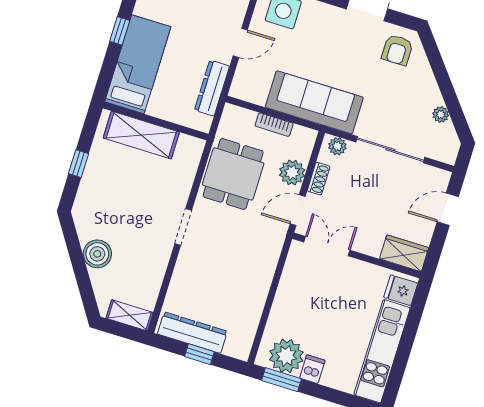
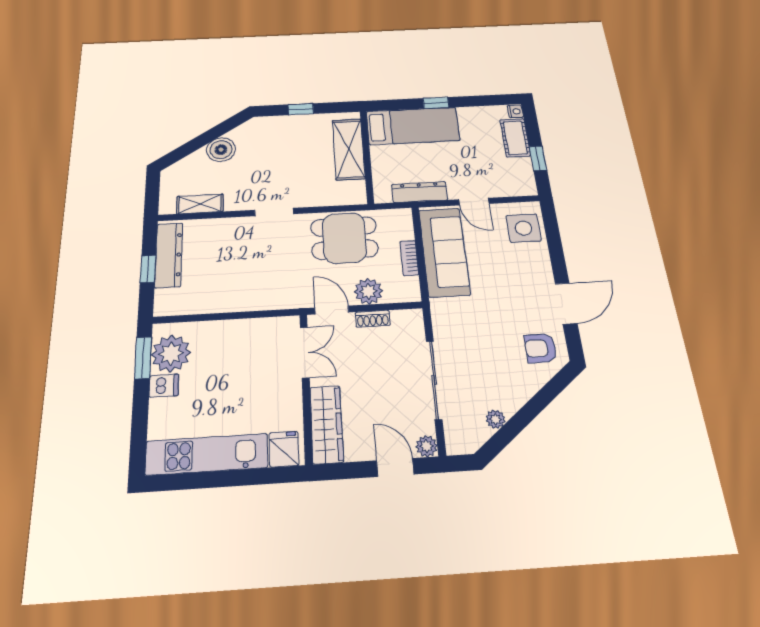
sofa: (314, 102) -> (444, 252), moved
plant: (337, 146) -> (427, 446), moved
wardrobe: (404, 253) -> (326, 424), width x1.50
shelving: (130, 315) -> (200, 204), moved, turned 90

